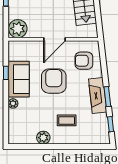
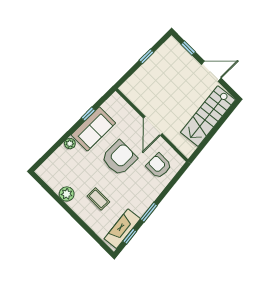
plant: (18, 29) -> (132, 89), removed
door: (54, 39) -> (153, 126), hinge flipped
fireplace: (98, 95) -> (122, 229), moved

